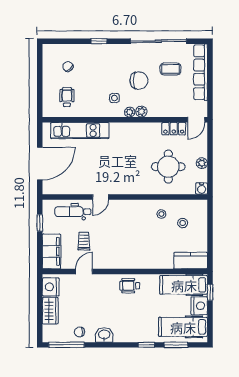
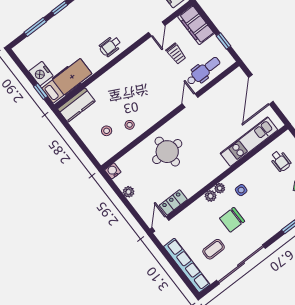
round table: (168, 167) -> (167, 152), moved
wheelchair: (130, 286) -> (110, 46), turned 180
hospital bed: (183, 327) -> (41, 46), removed

